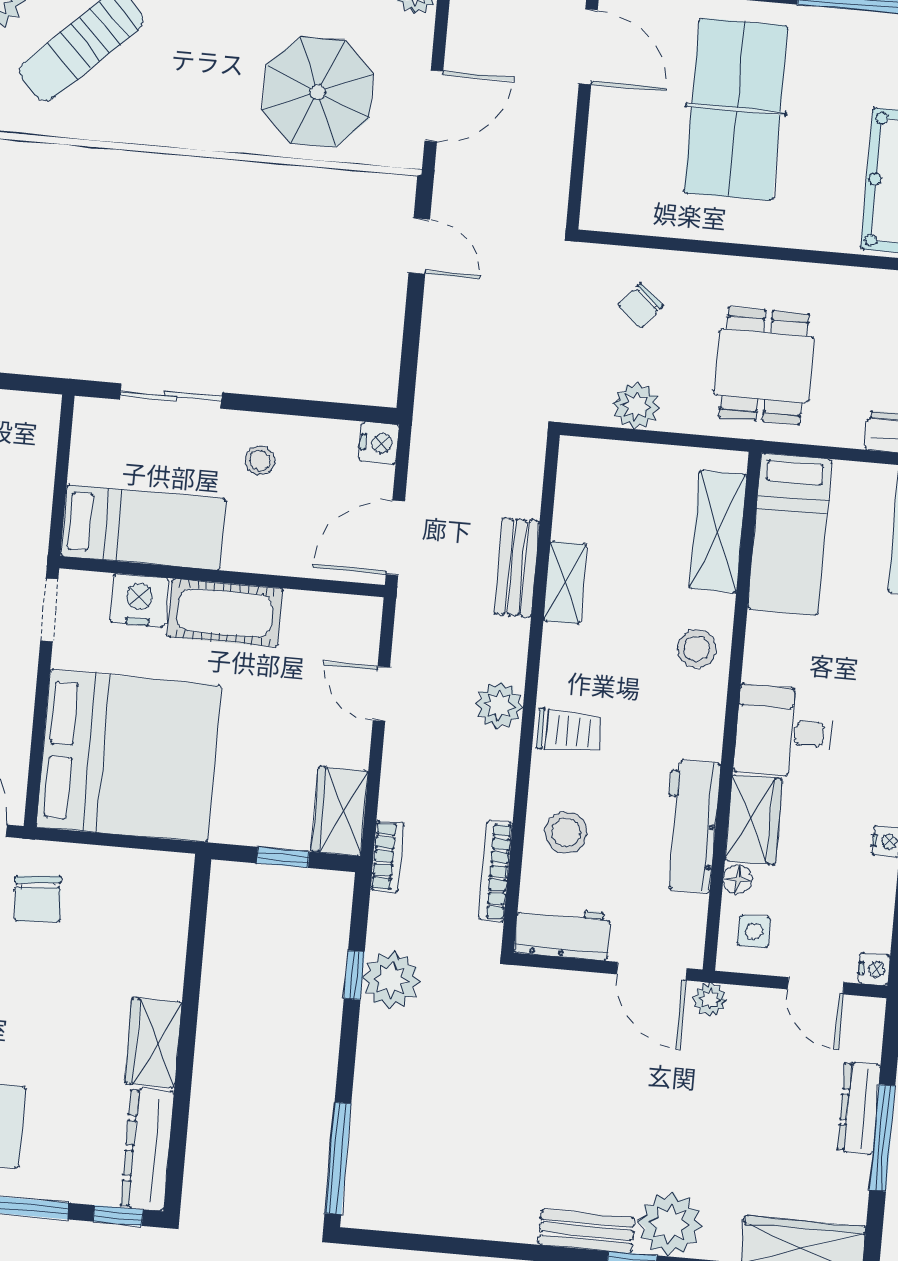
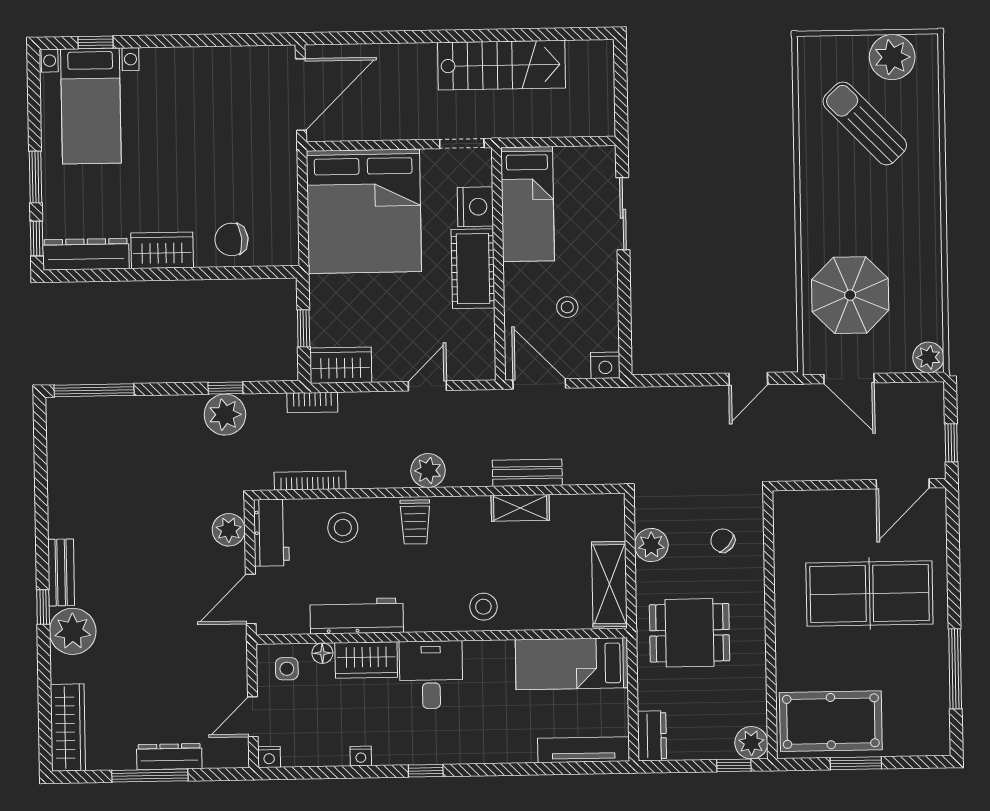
stool: (260, 460) -> (567, 307), moved
shelving: (718, 531) -> (609, 584), moved, turned 90
chair: (38, 899) -> (231, 239), moved
plant: (710, 999) -> (229, 530), moved, width x1.38, depth x1.38

